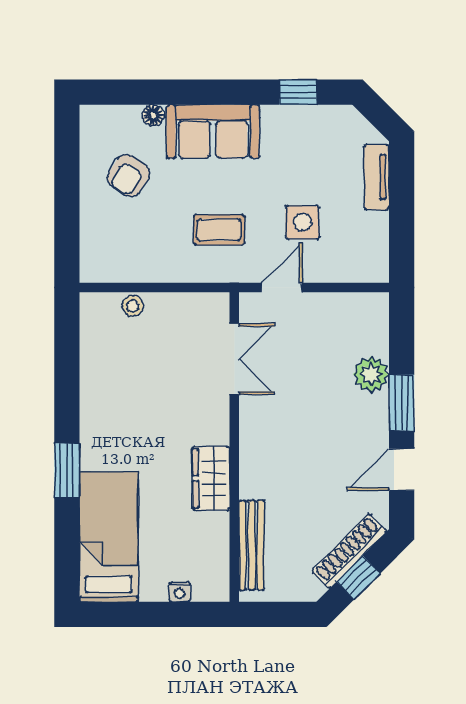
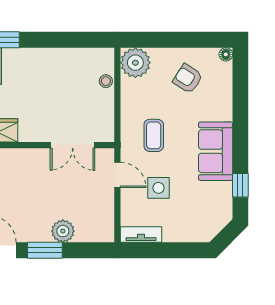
floor lamp: (153, 115) -> (226, 54), moved
sofa: (213, 131) -> (216, 151), moved
tv unit: (377, 177) -> (141, 235), moved
plant: (103, 259) -> (135, 63), added

